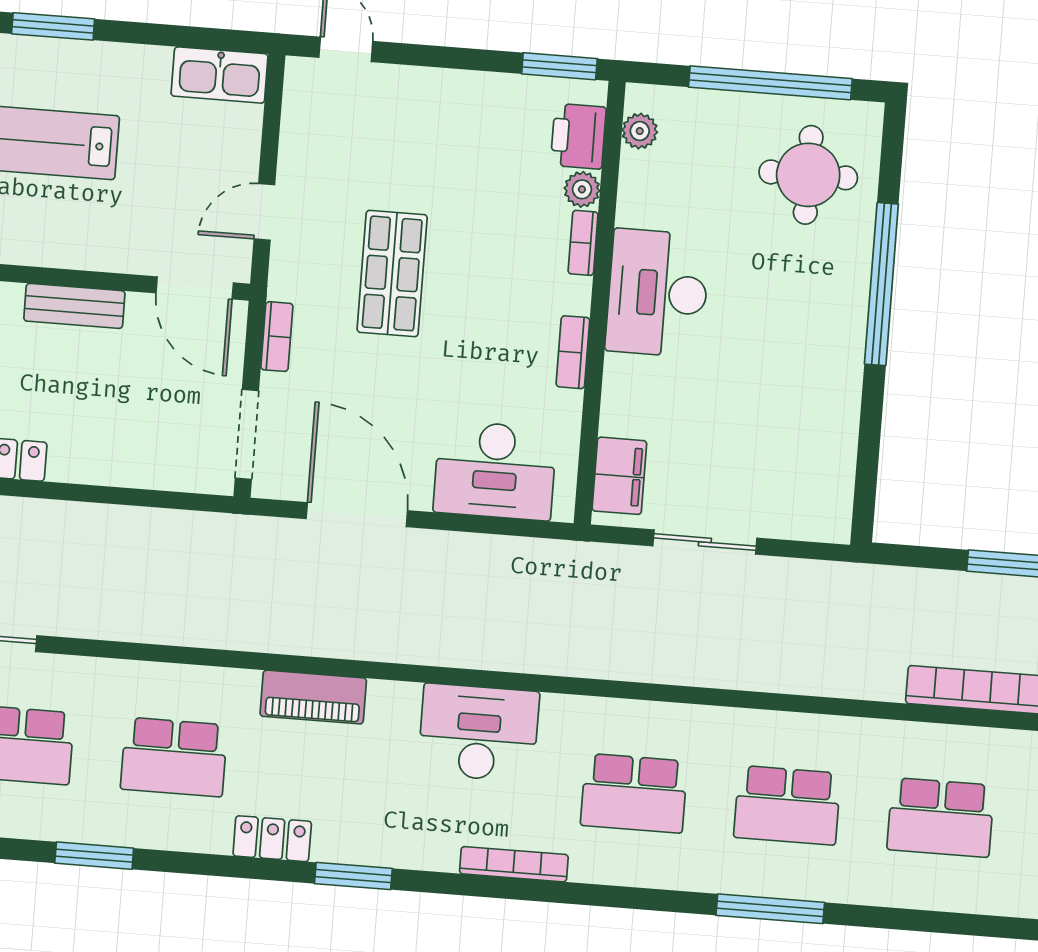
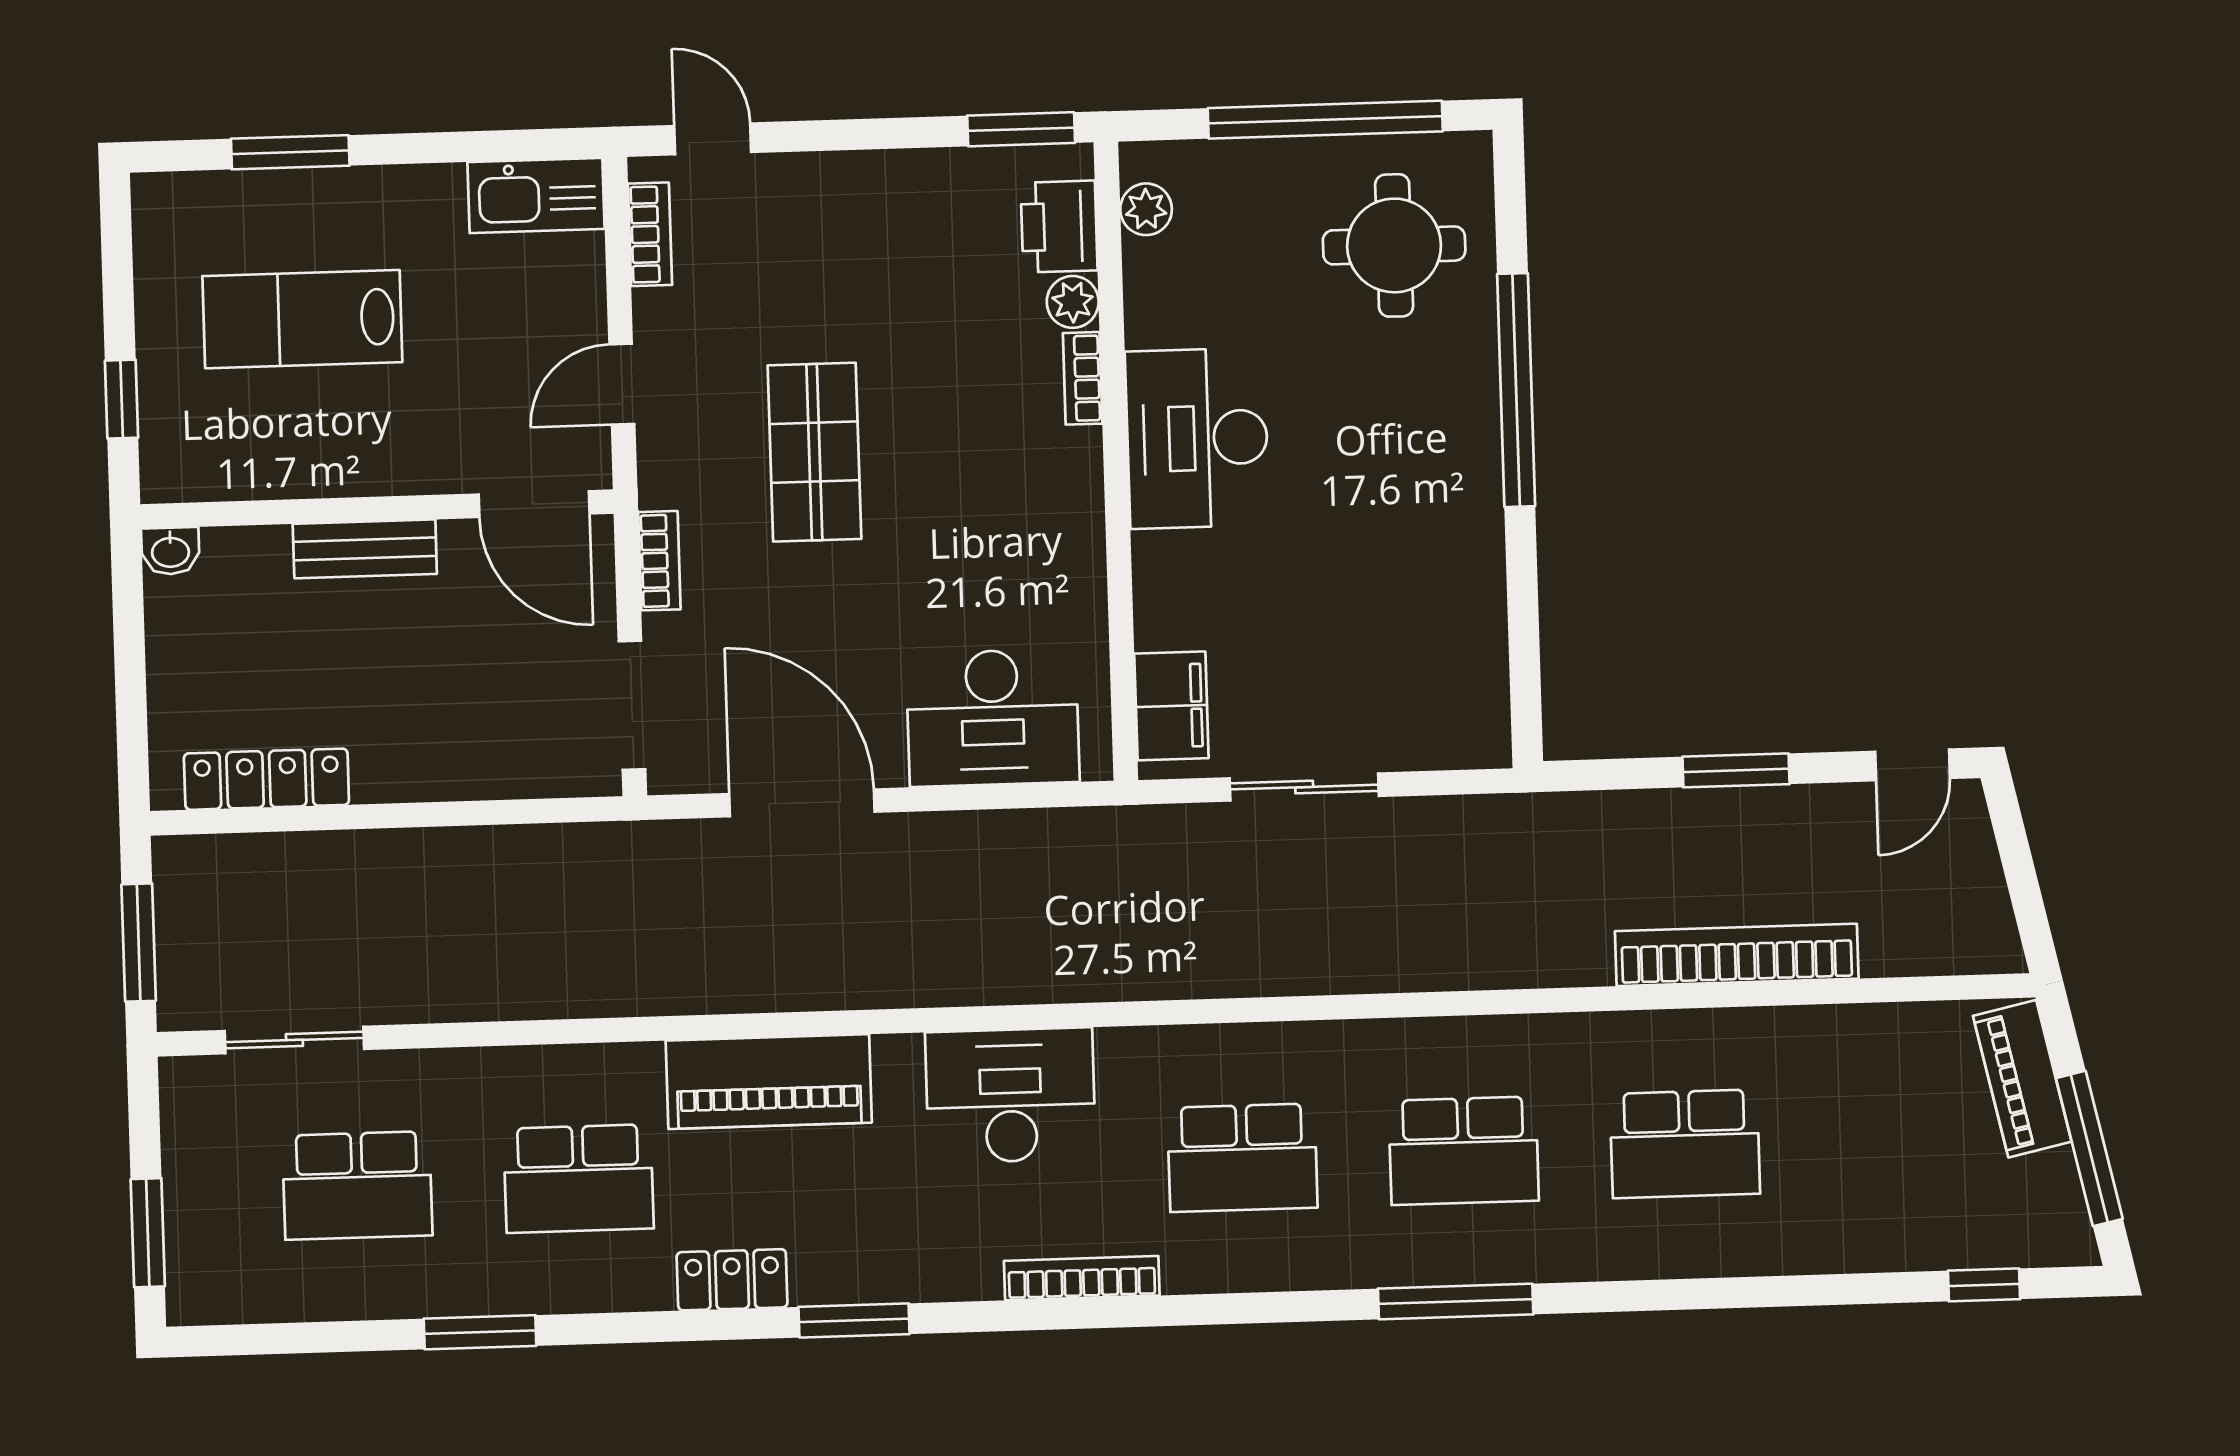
bookcase: (573, 352) -> (650, 234), moved, turned 180
piano: (313, 697) -> (769, 1082), width x1.37, depth x1.33

